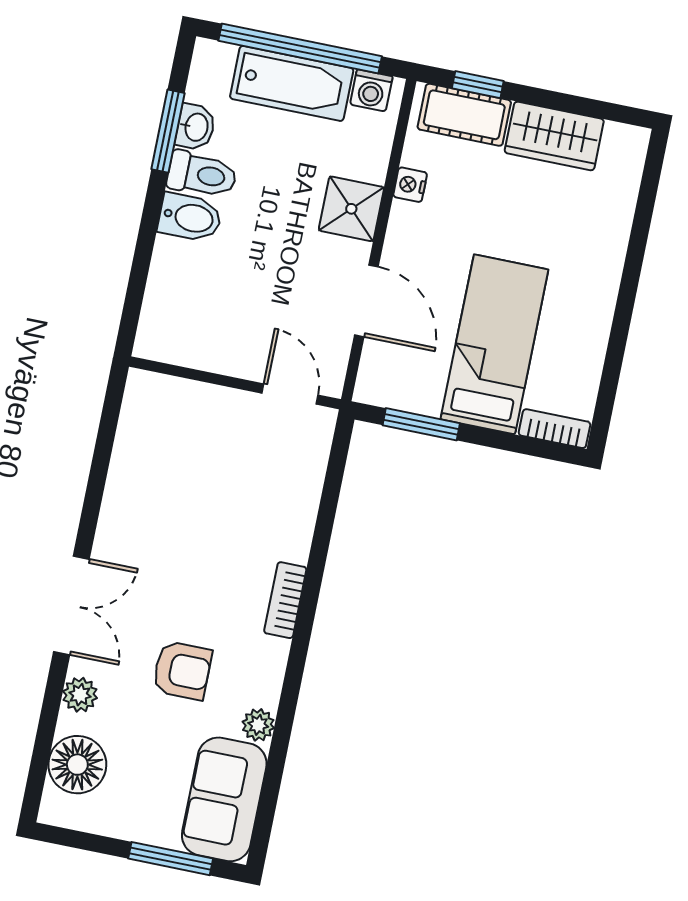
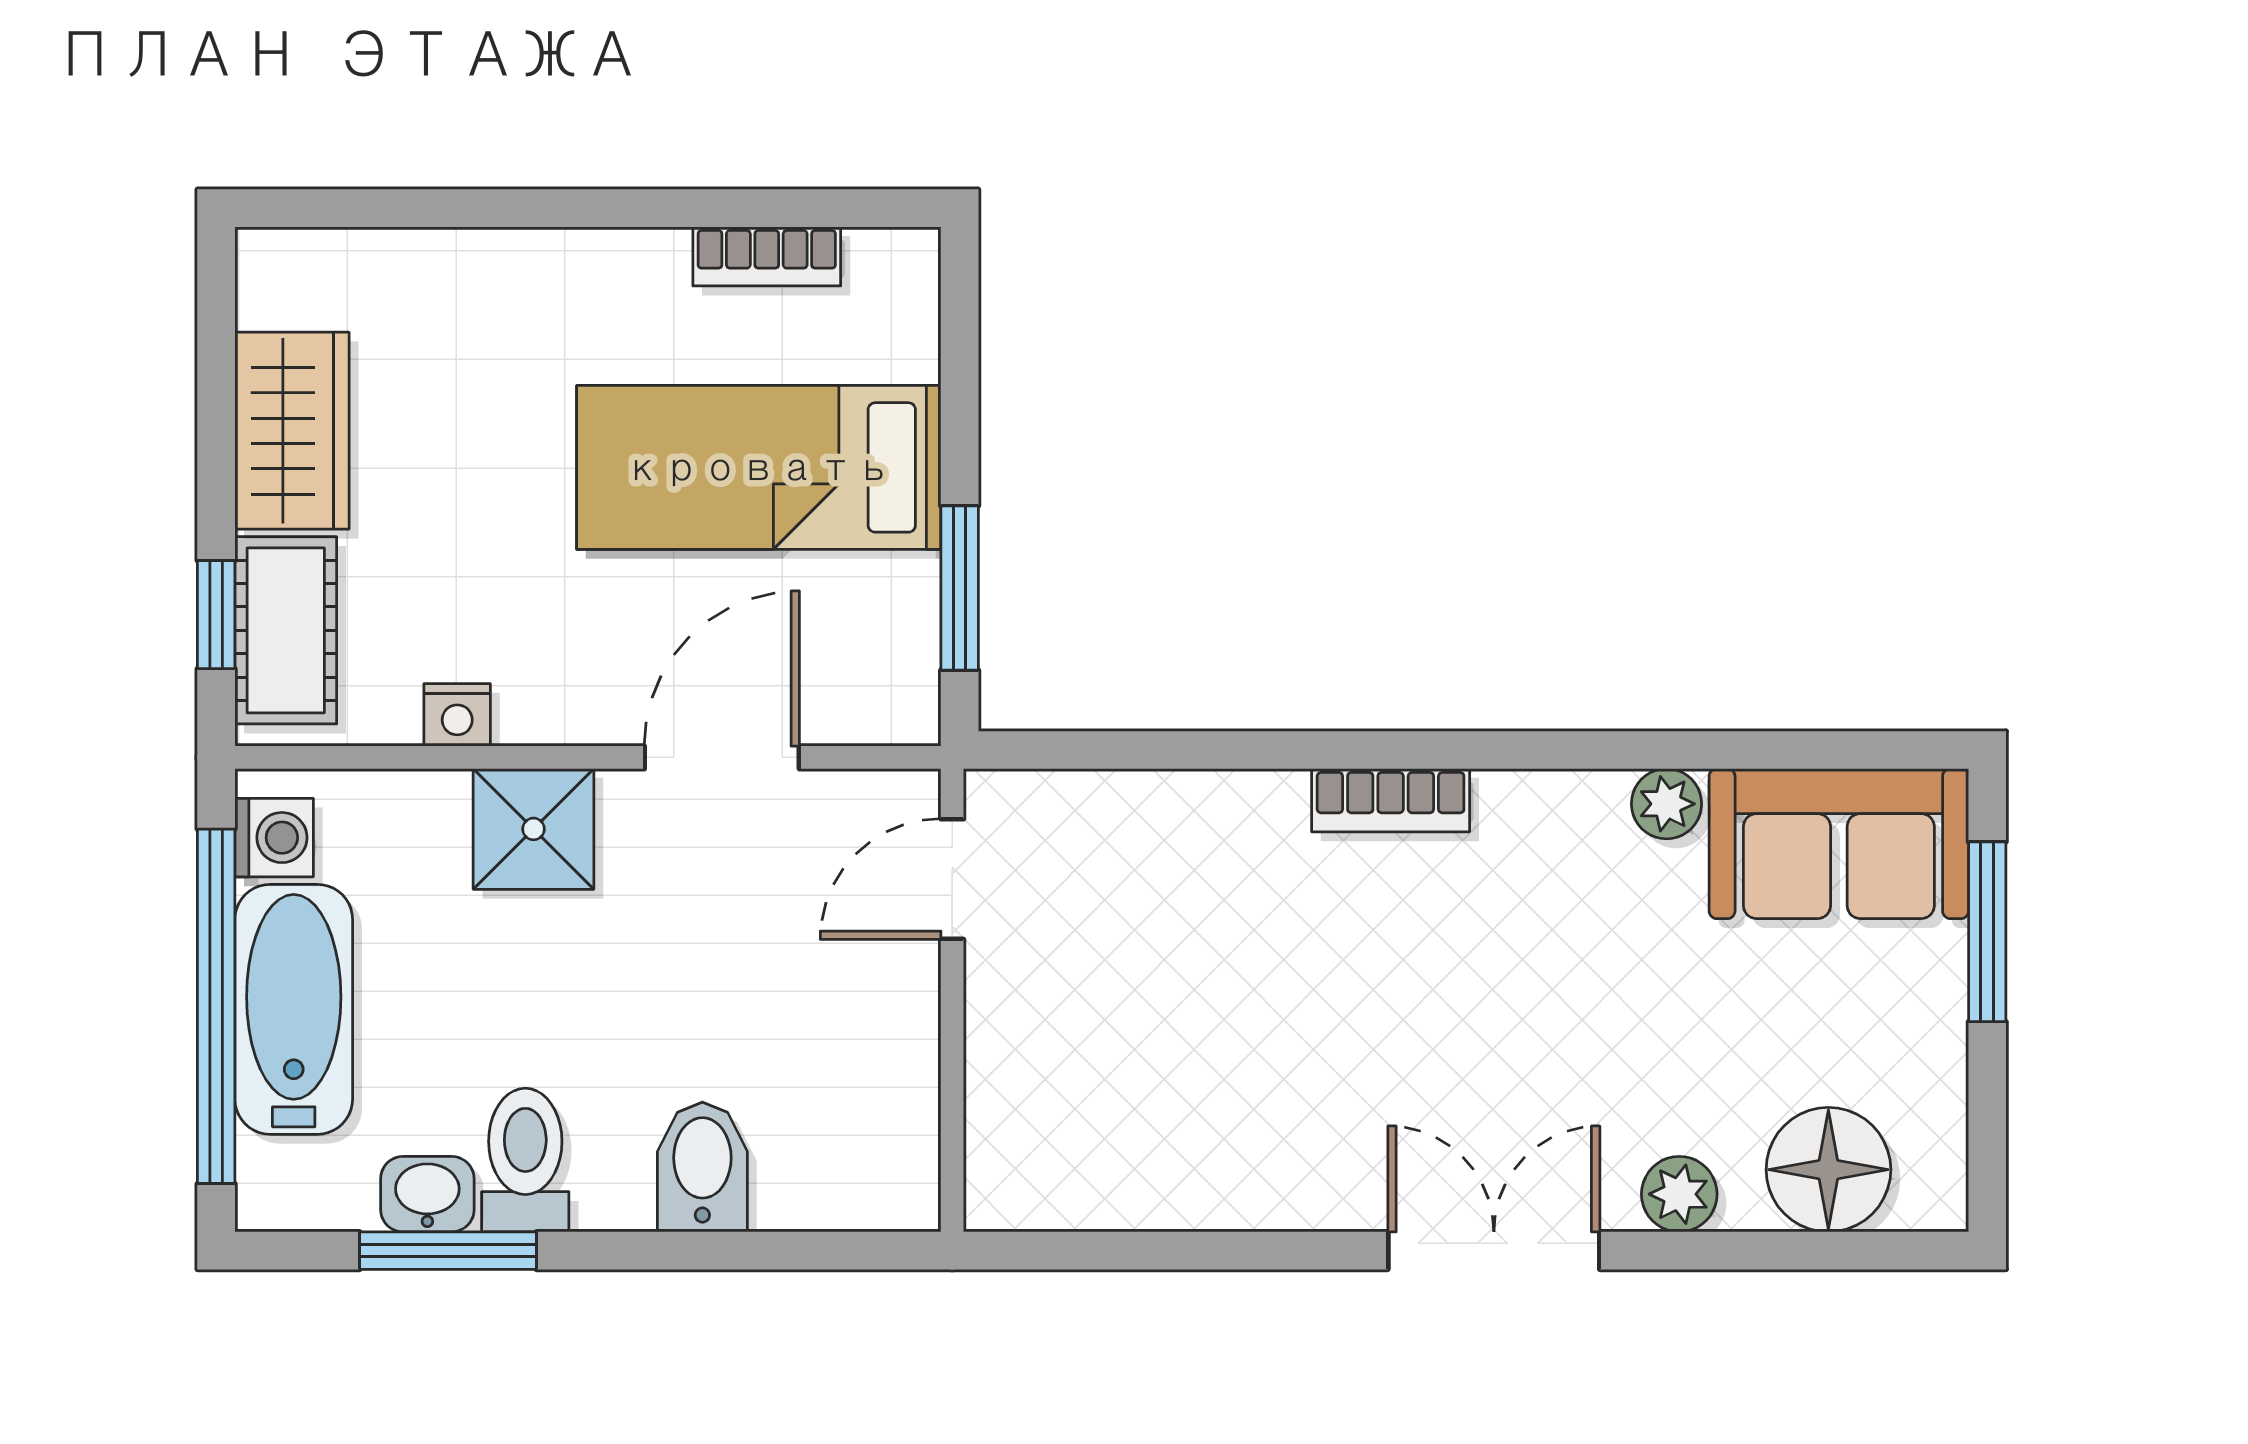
bidet: (190, 217) -> (702, 1167), moved
bookcase: (554, 429) -> (767, 256), moved, turned -90
armchair: (182, 670) -> (1584, 988), removed

